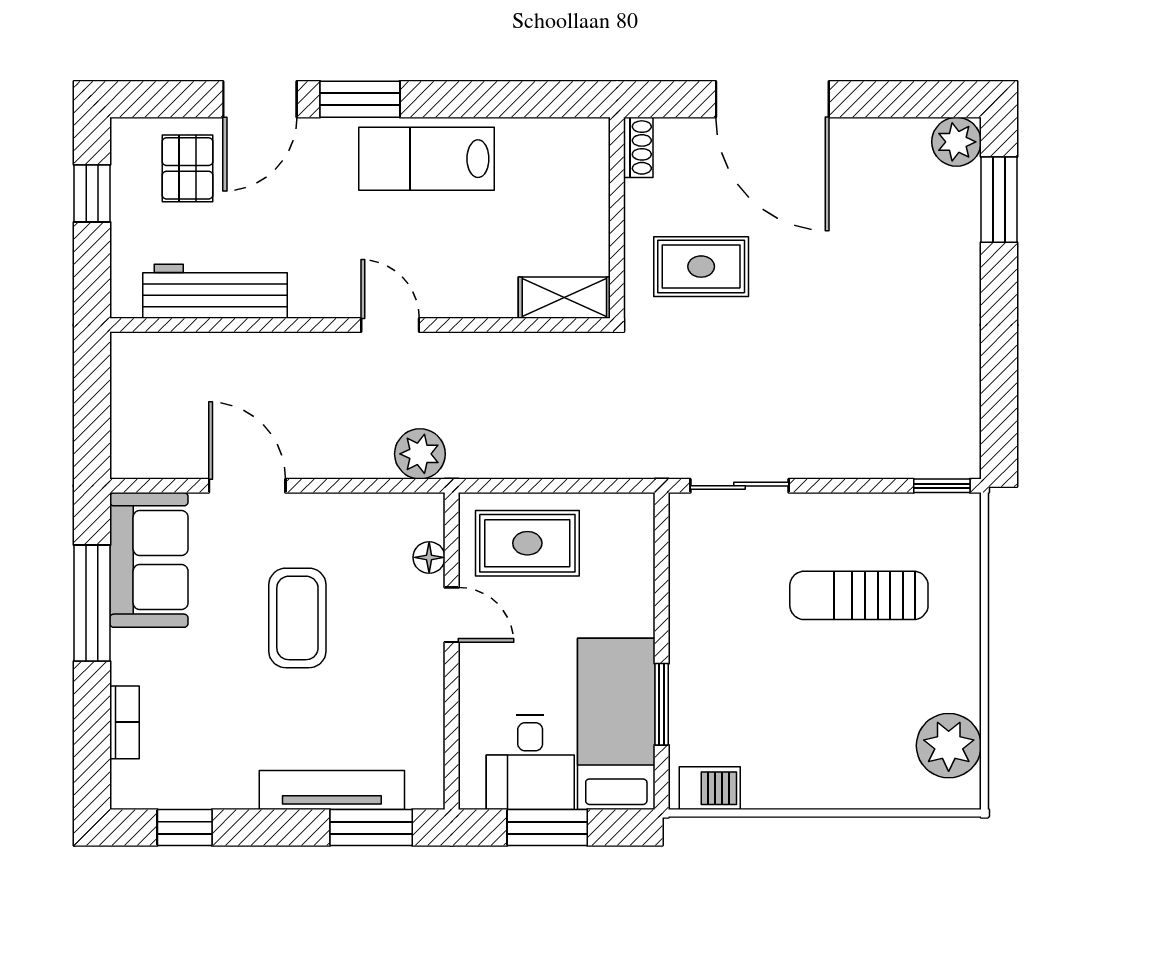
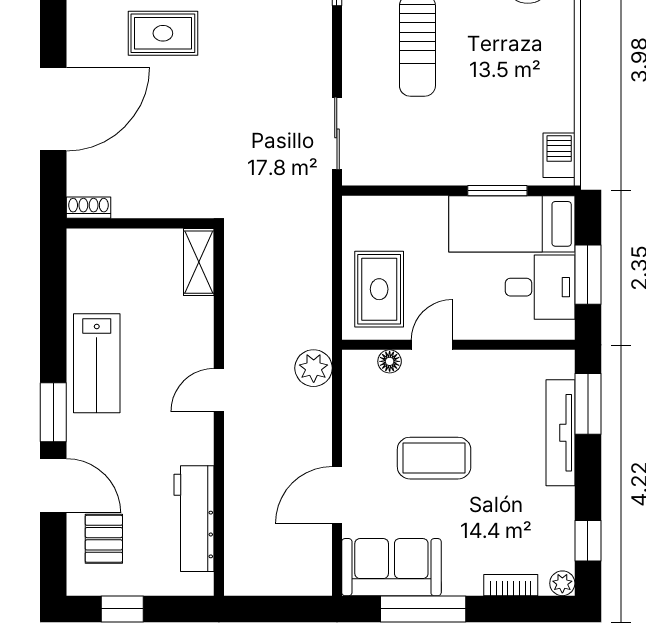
pallet: (188, 168) -> (104, 539), turned 90
rug: (701, 267) -> (163, 33), moved, turned 90
plant: (127, 793) -> (562, 583), added

